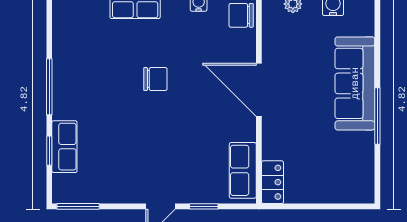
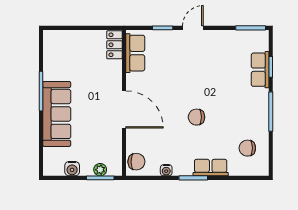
chair: (83, 35) -> (247, 148), added

